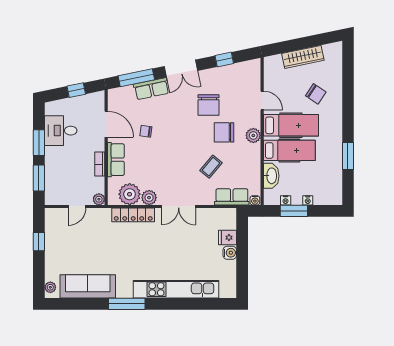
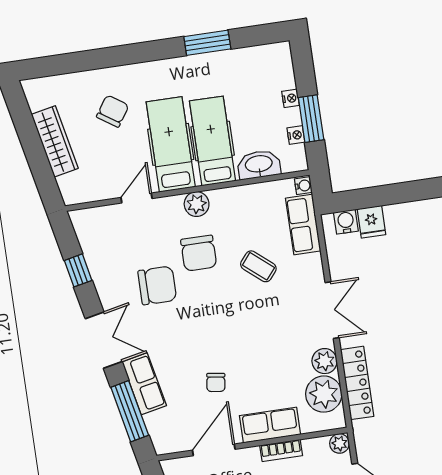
water cooler: (230, 253) -> (346, 222), moved

